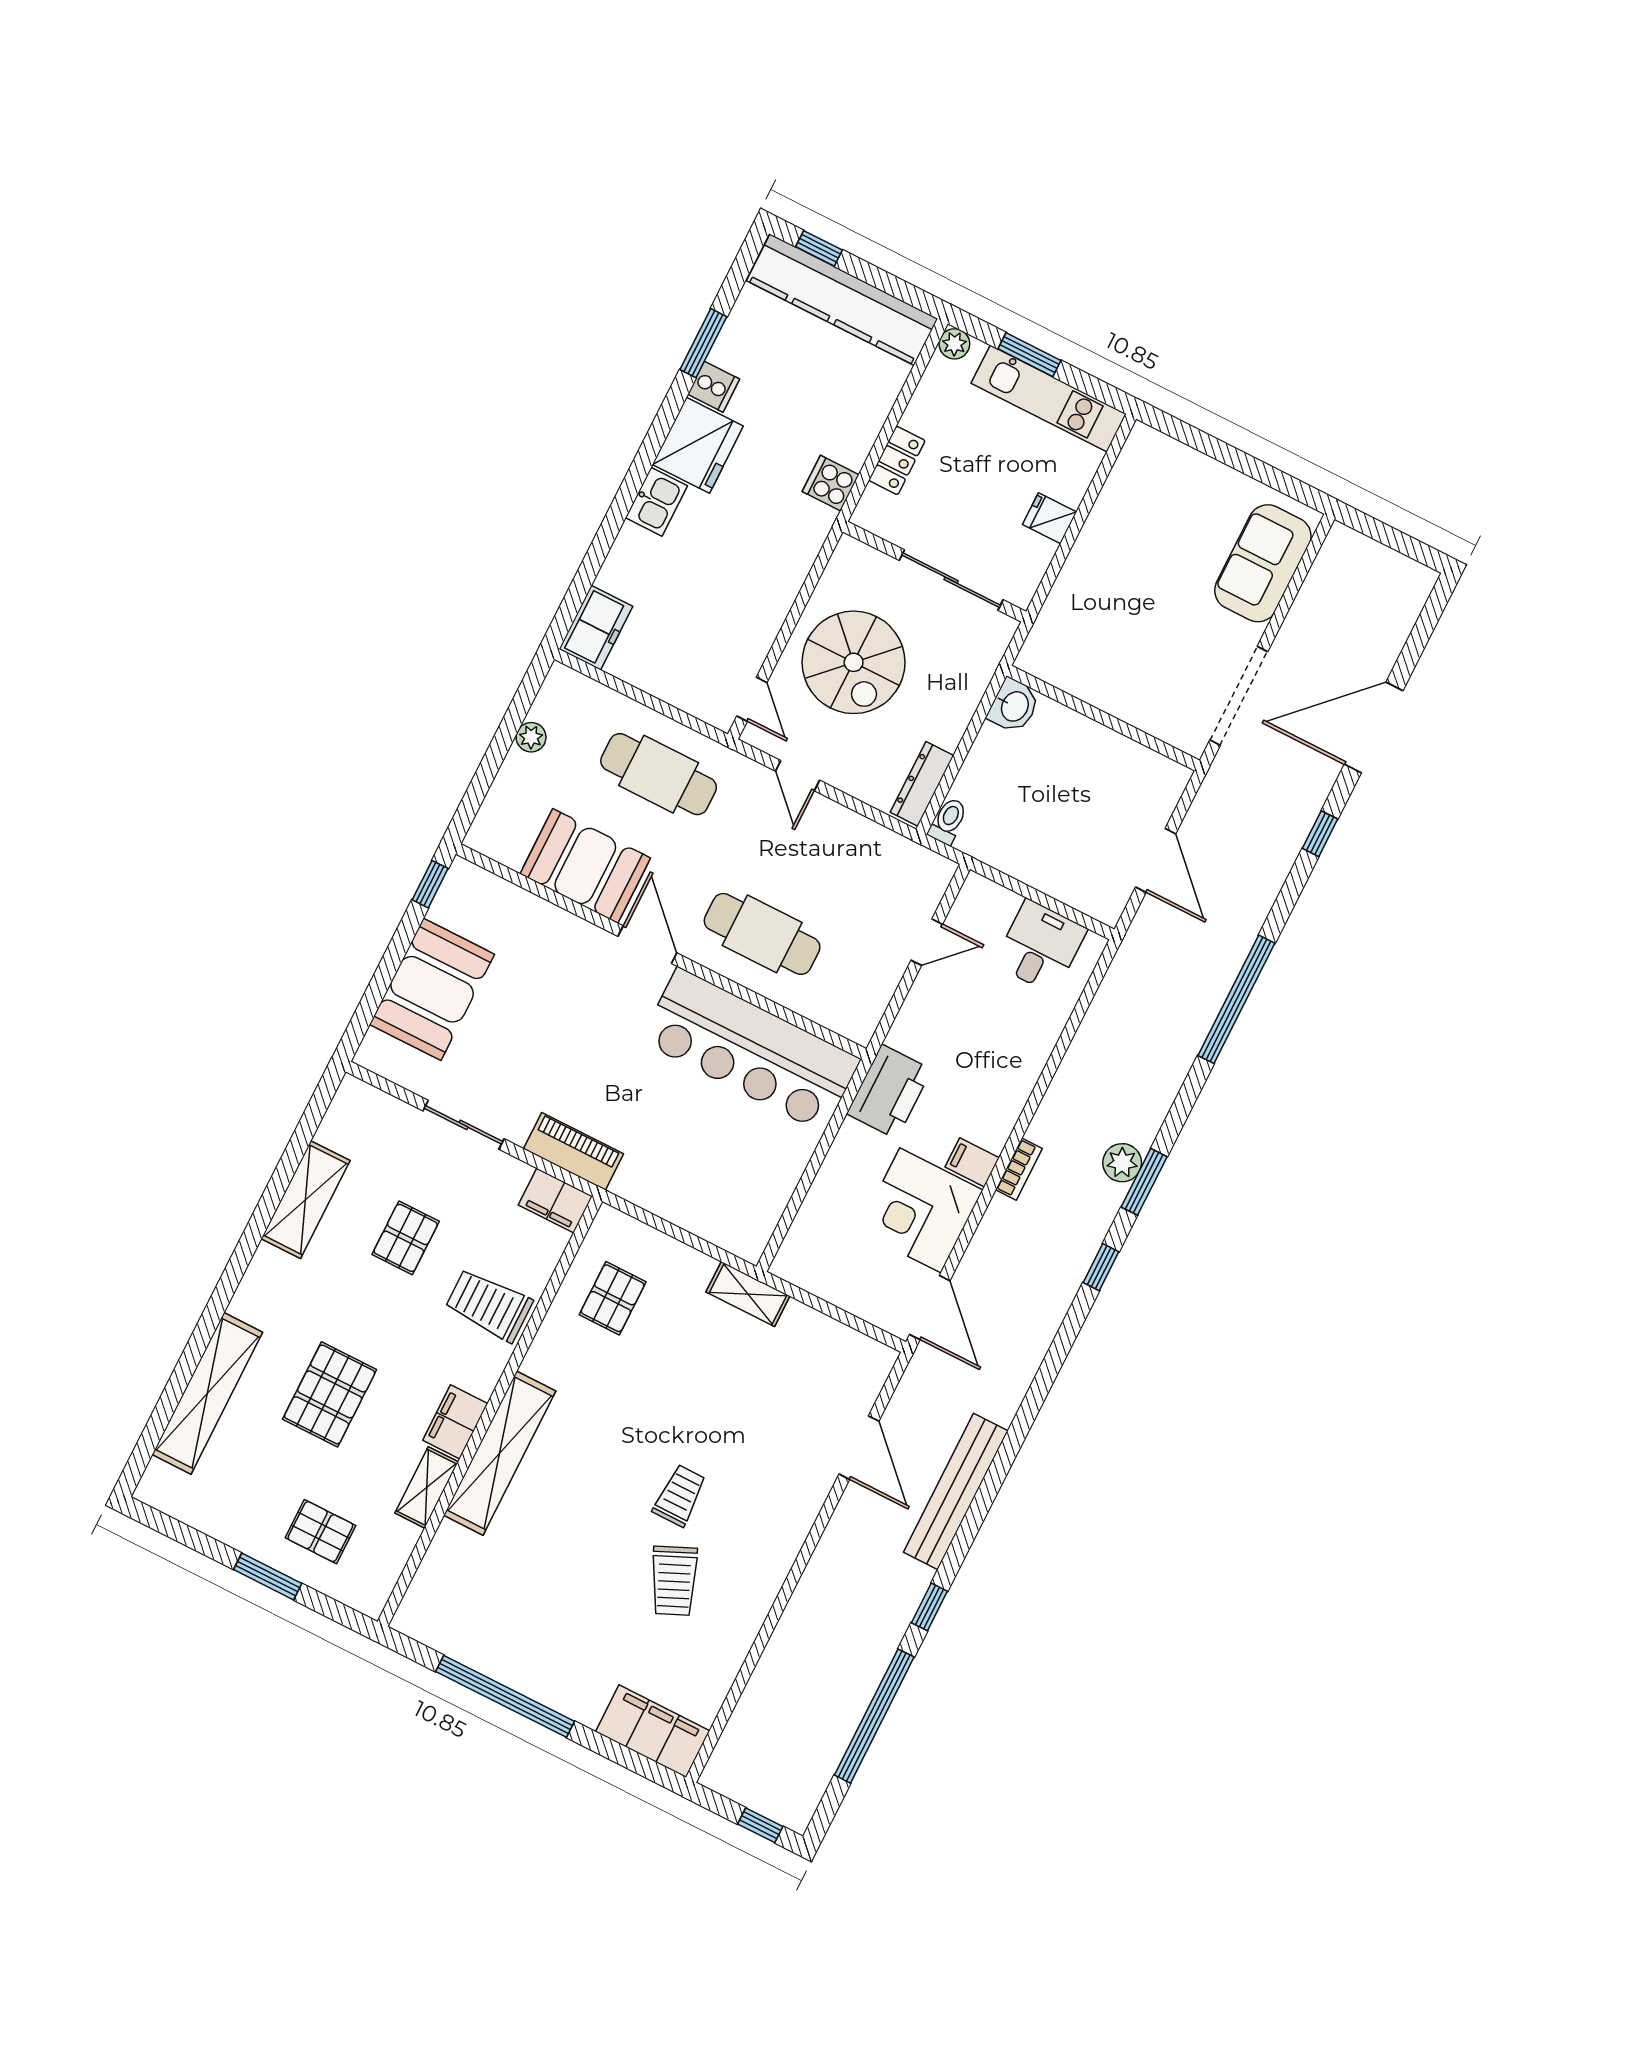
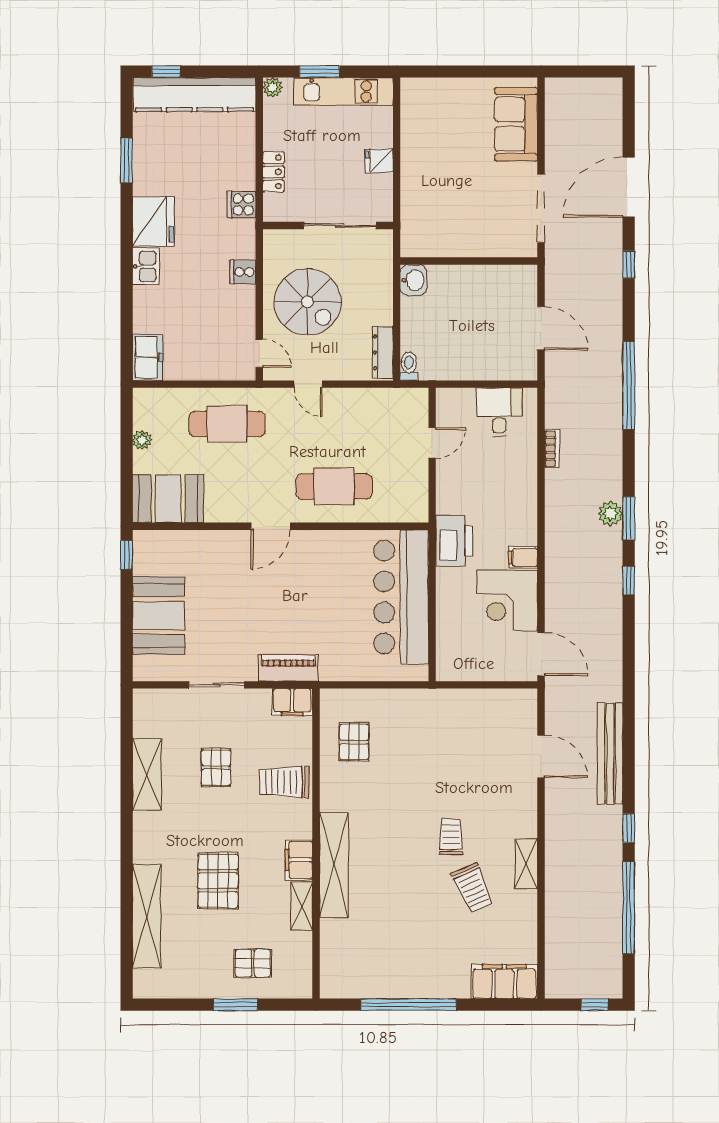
cooker: (714, 387) -> (243, 272), moved, turned 180
booth: (585, 866) -> (168, 499), moved
door: (647, 945) -> (271, 526), swing flipped
bar counter: (750, 1050) -> (401, 597), moved, turned 90
bookcase: (1019, 1169) -> (552, 449), moved
shelving: (748, 1294) -> (526, 864), moved, turned 90

